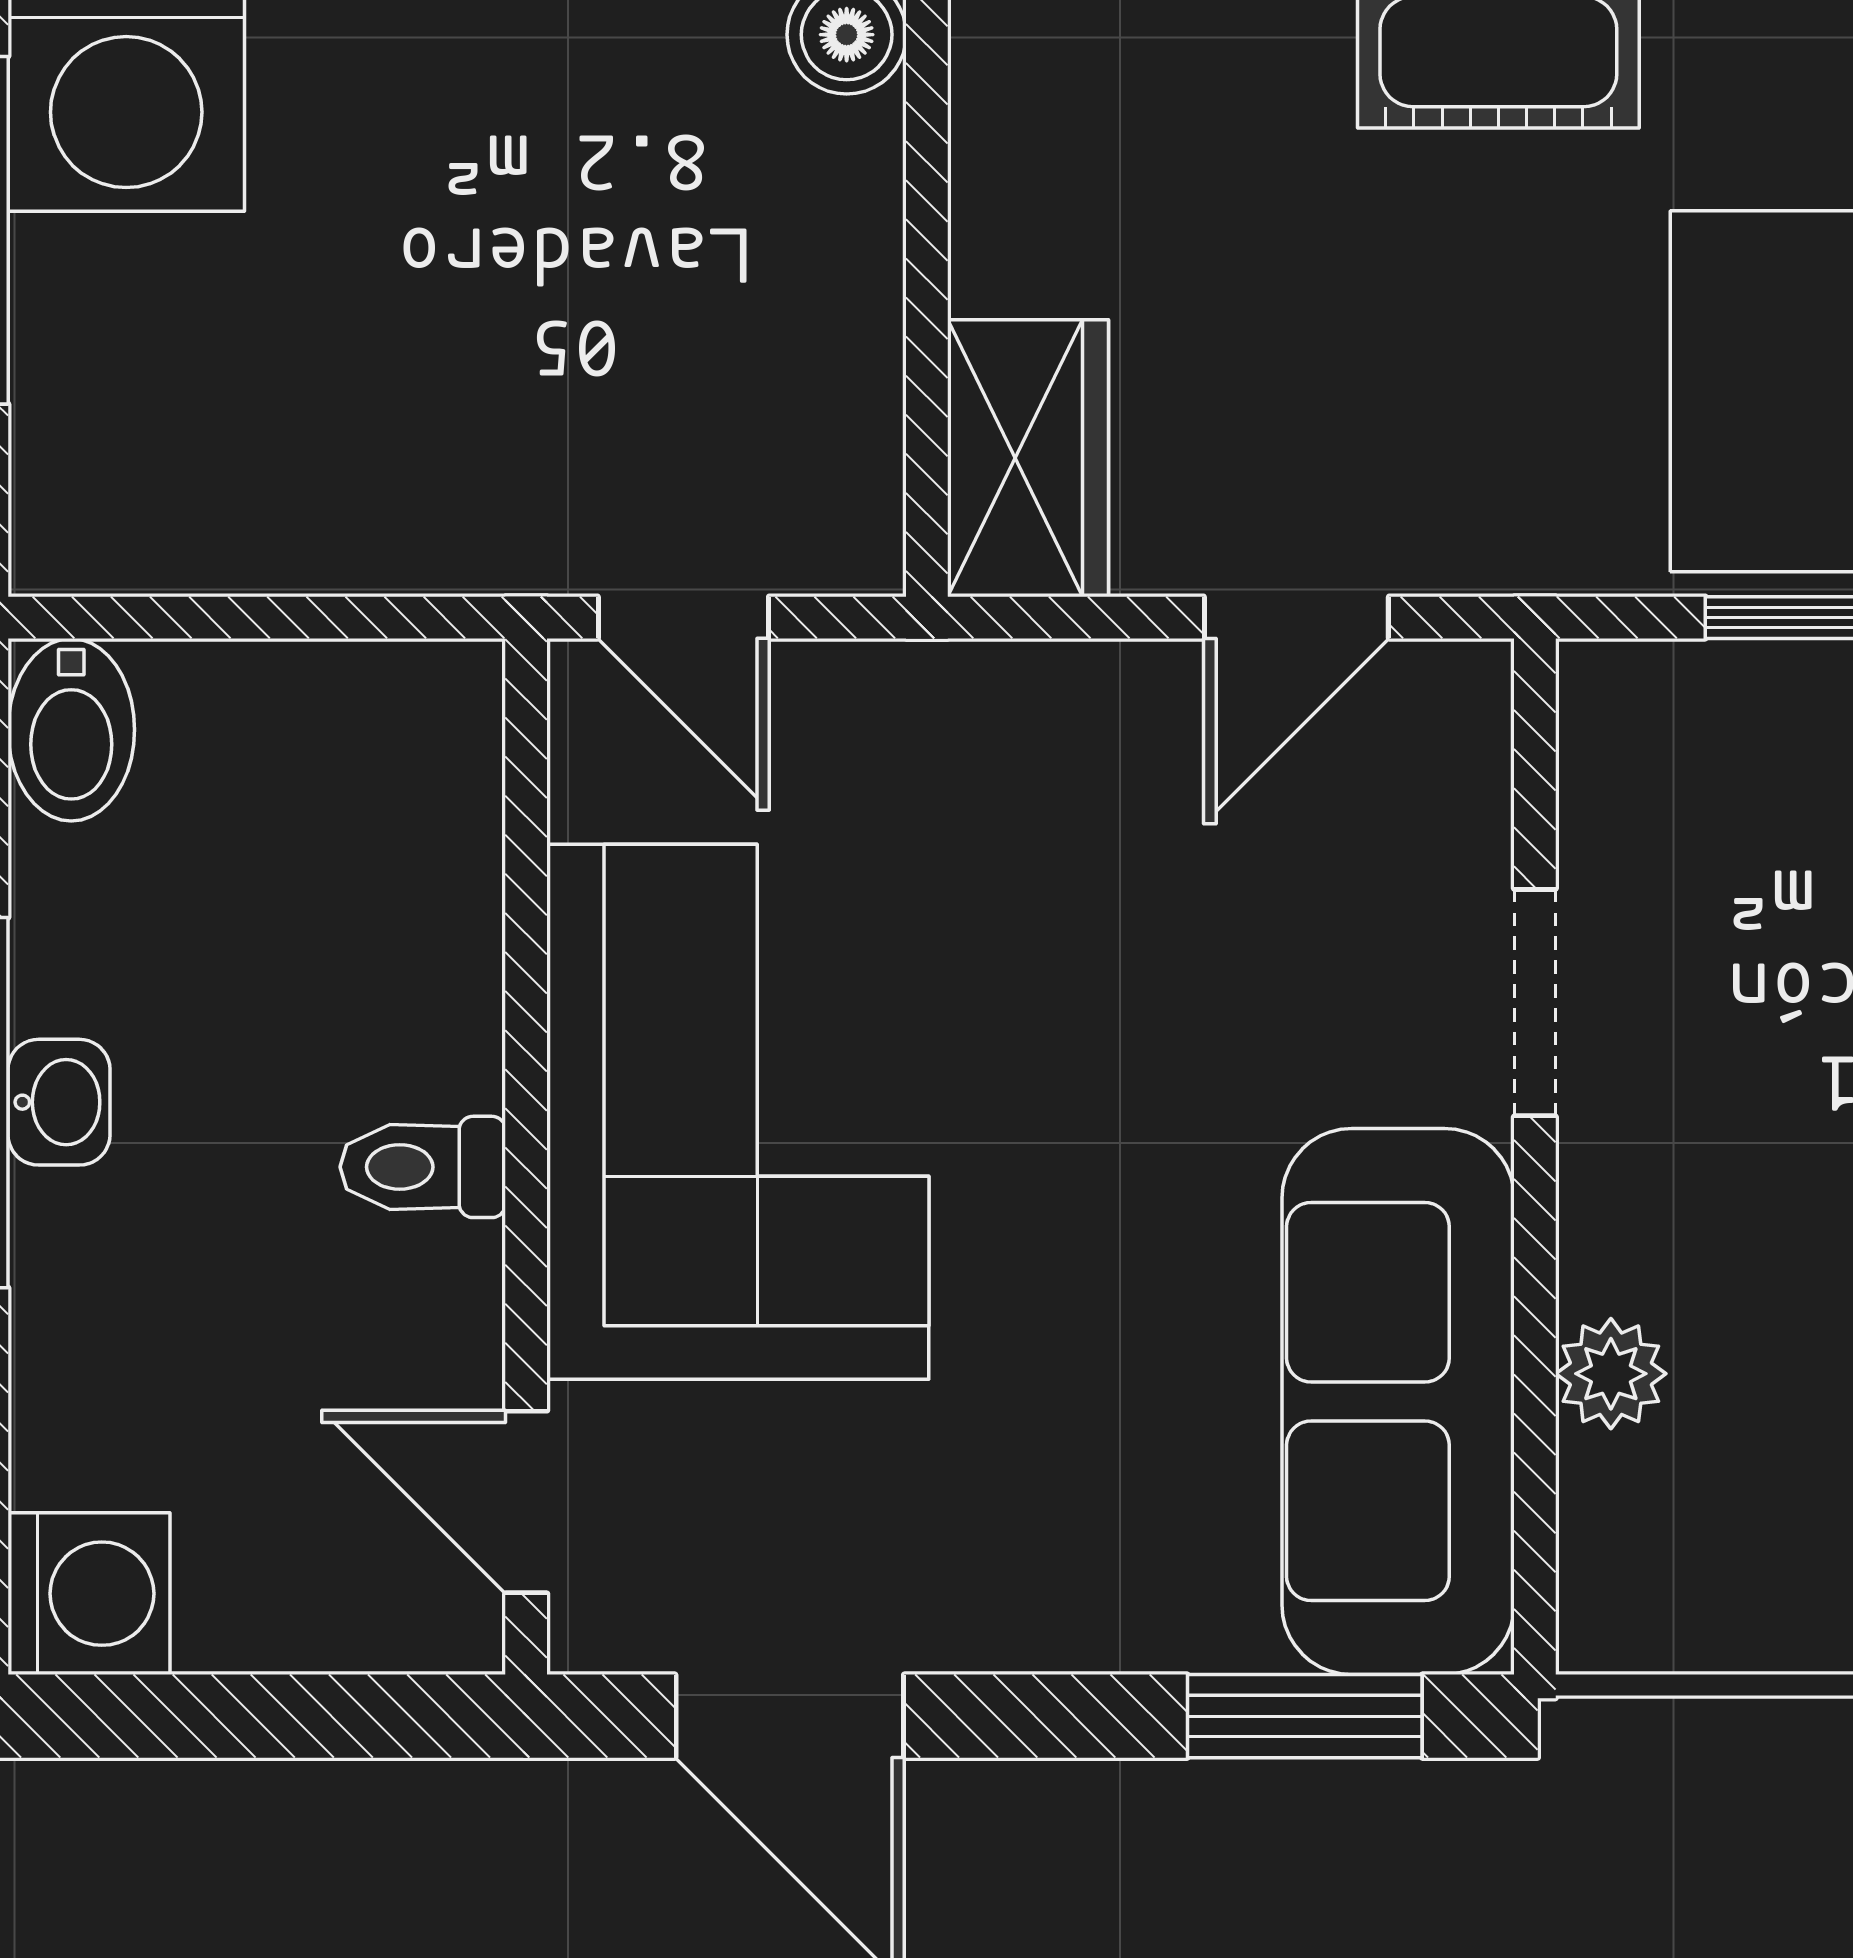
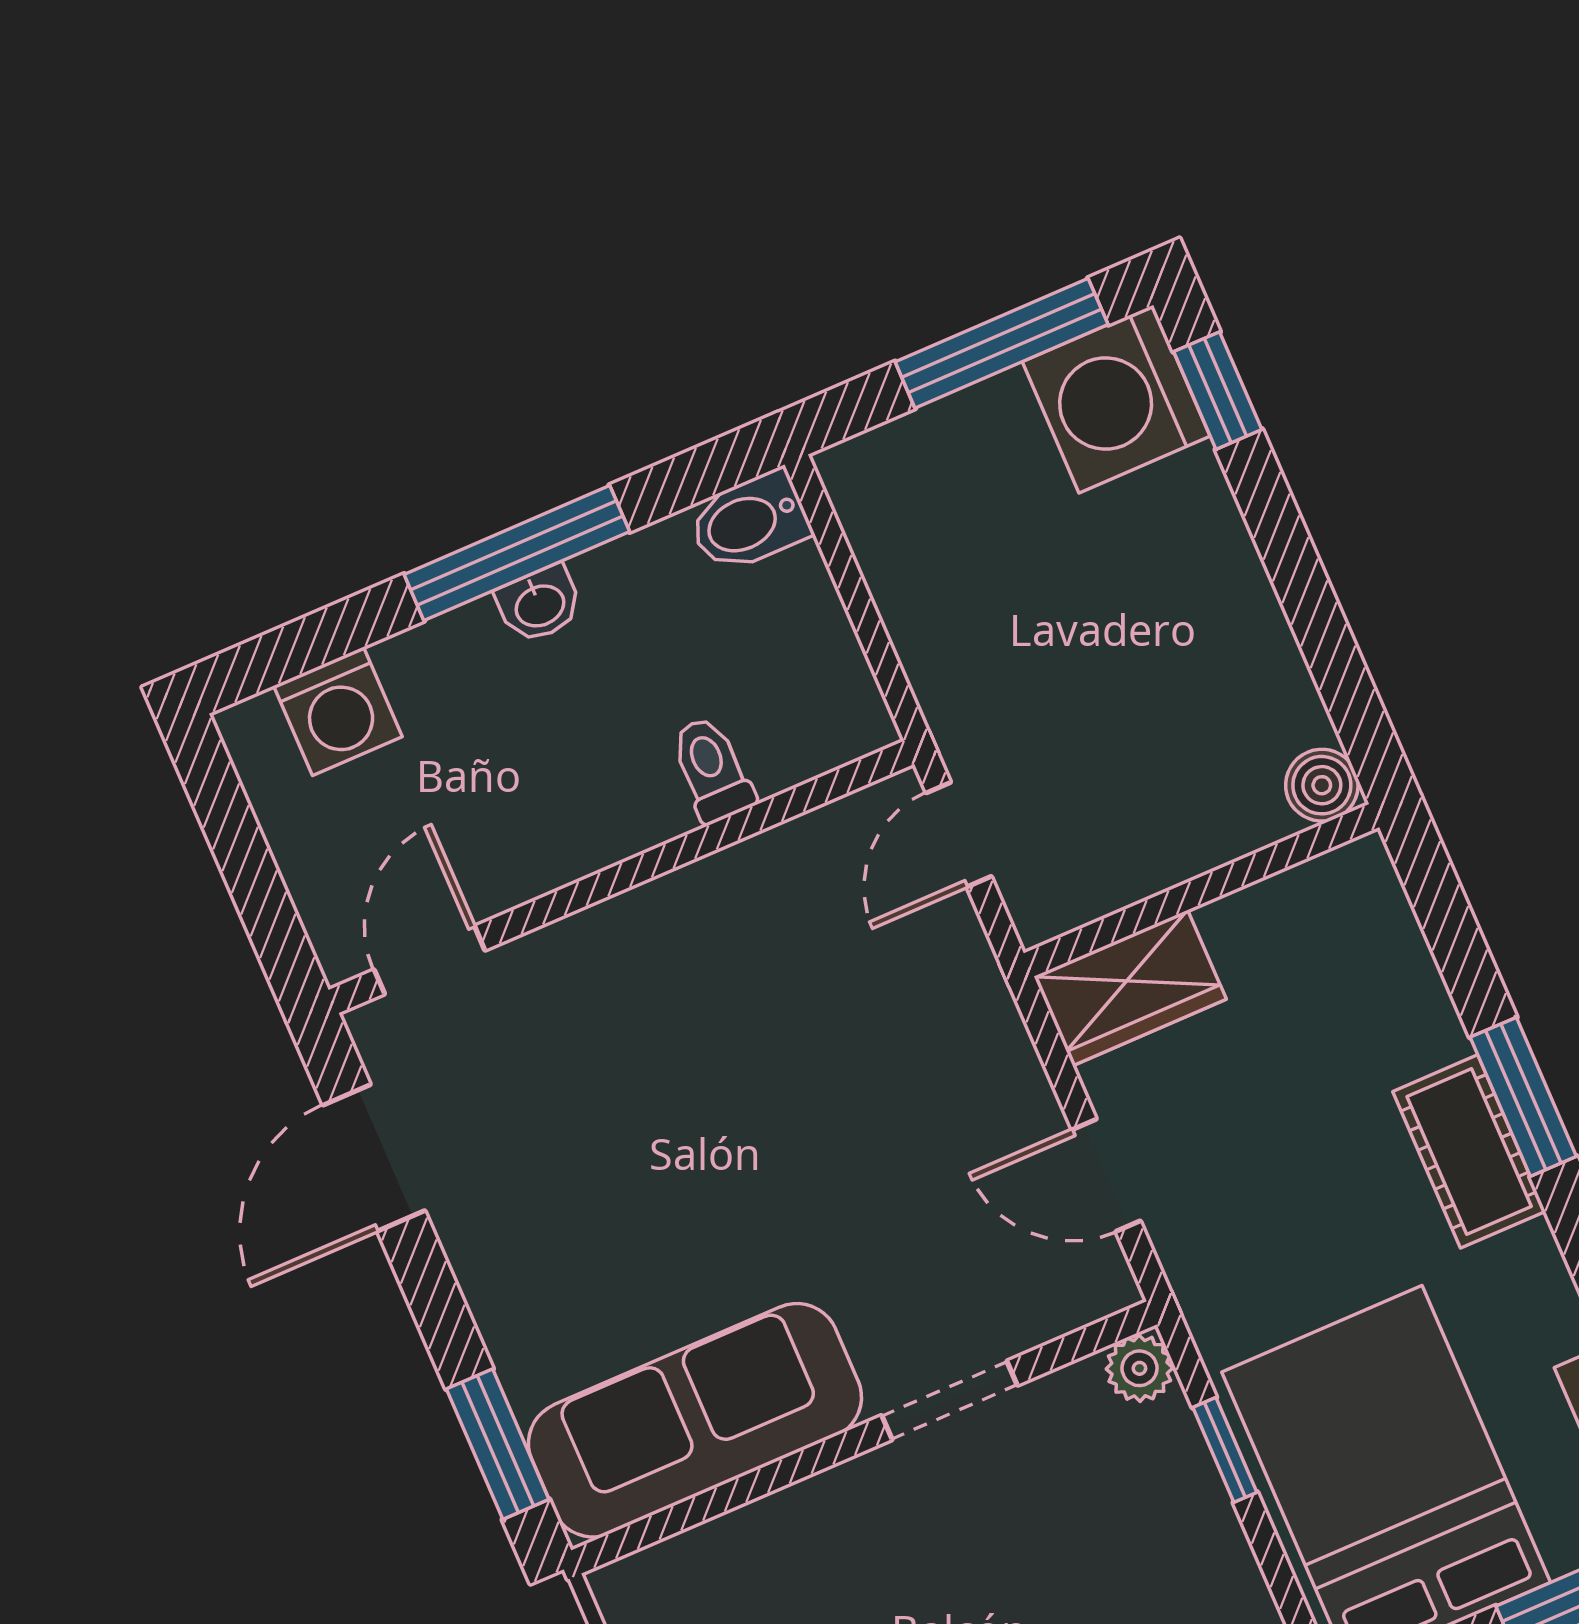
corner sofa: (738, 1112) -> (697, 984), removed
toilet: (423, 1167) -> (712, 770), moved
plant: (1611, 1374) -> (1139, 1368), moved
washing machine: (89, 1594) -> (338, 711), moved

